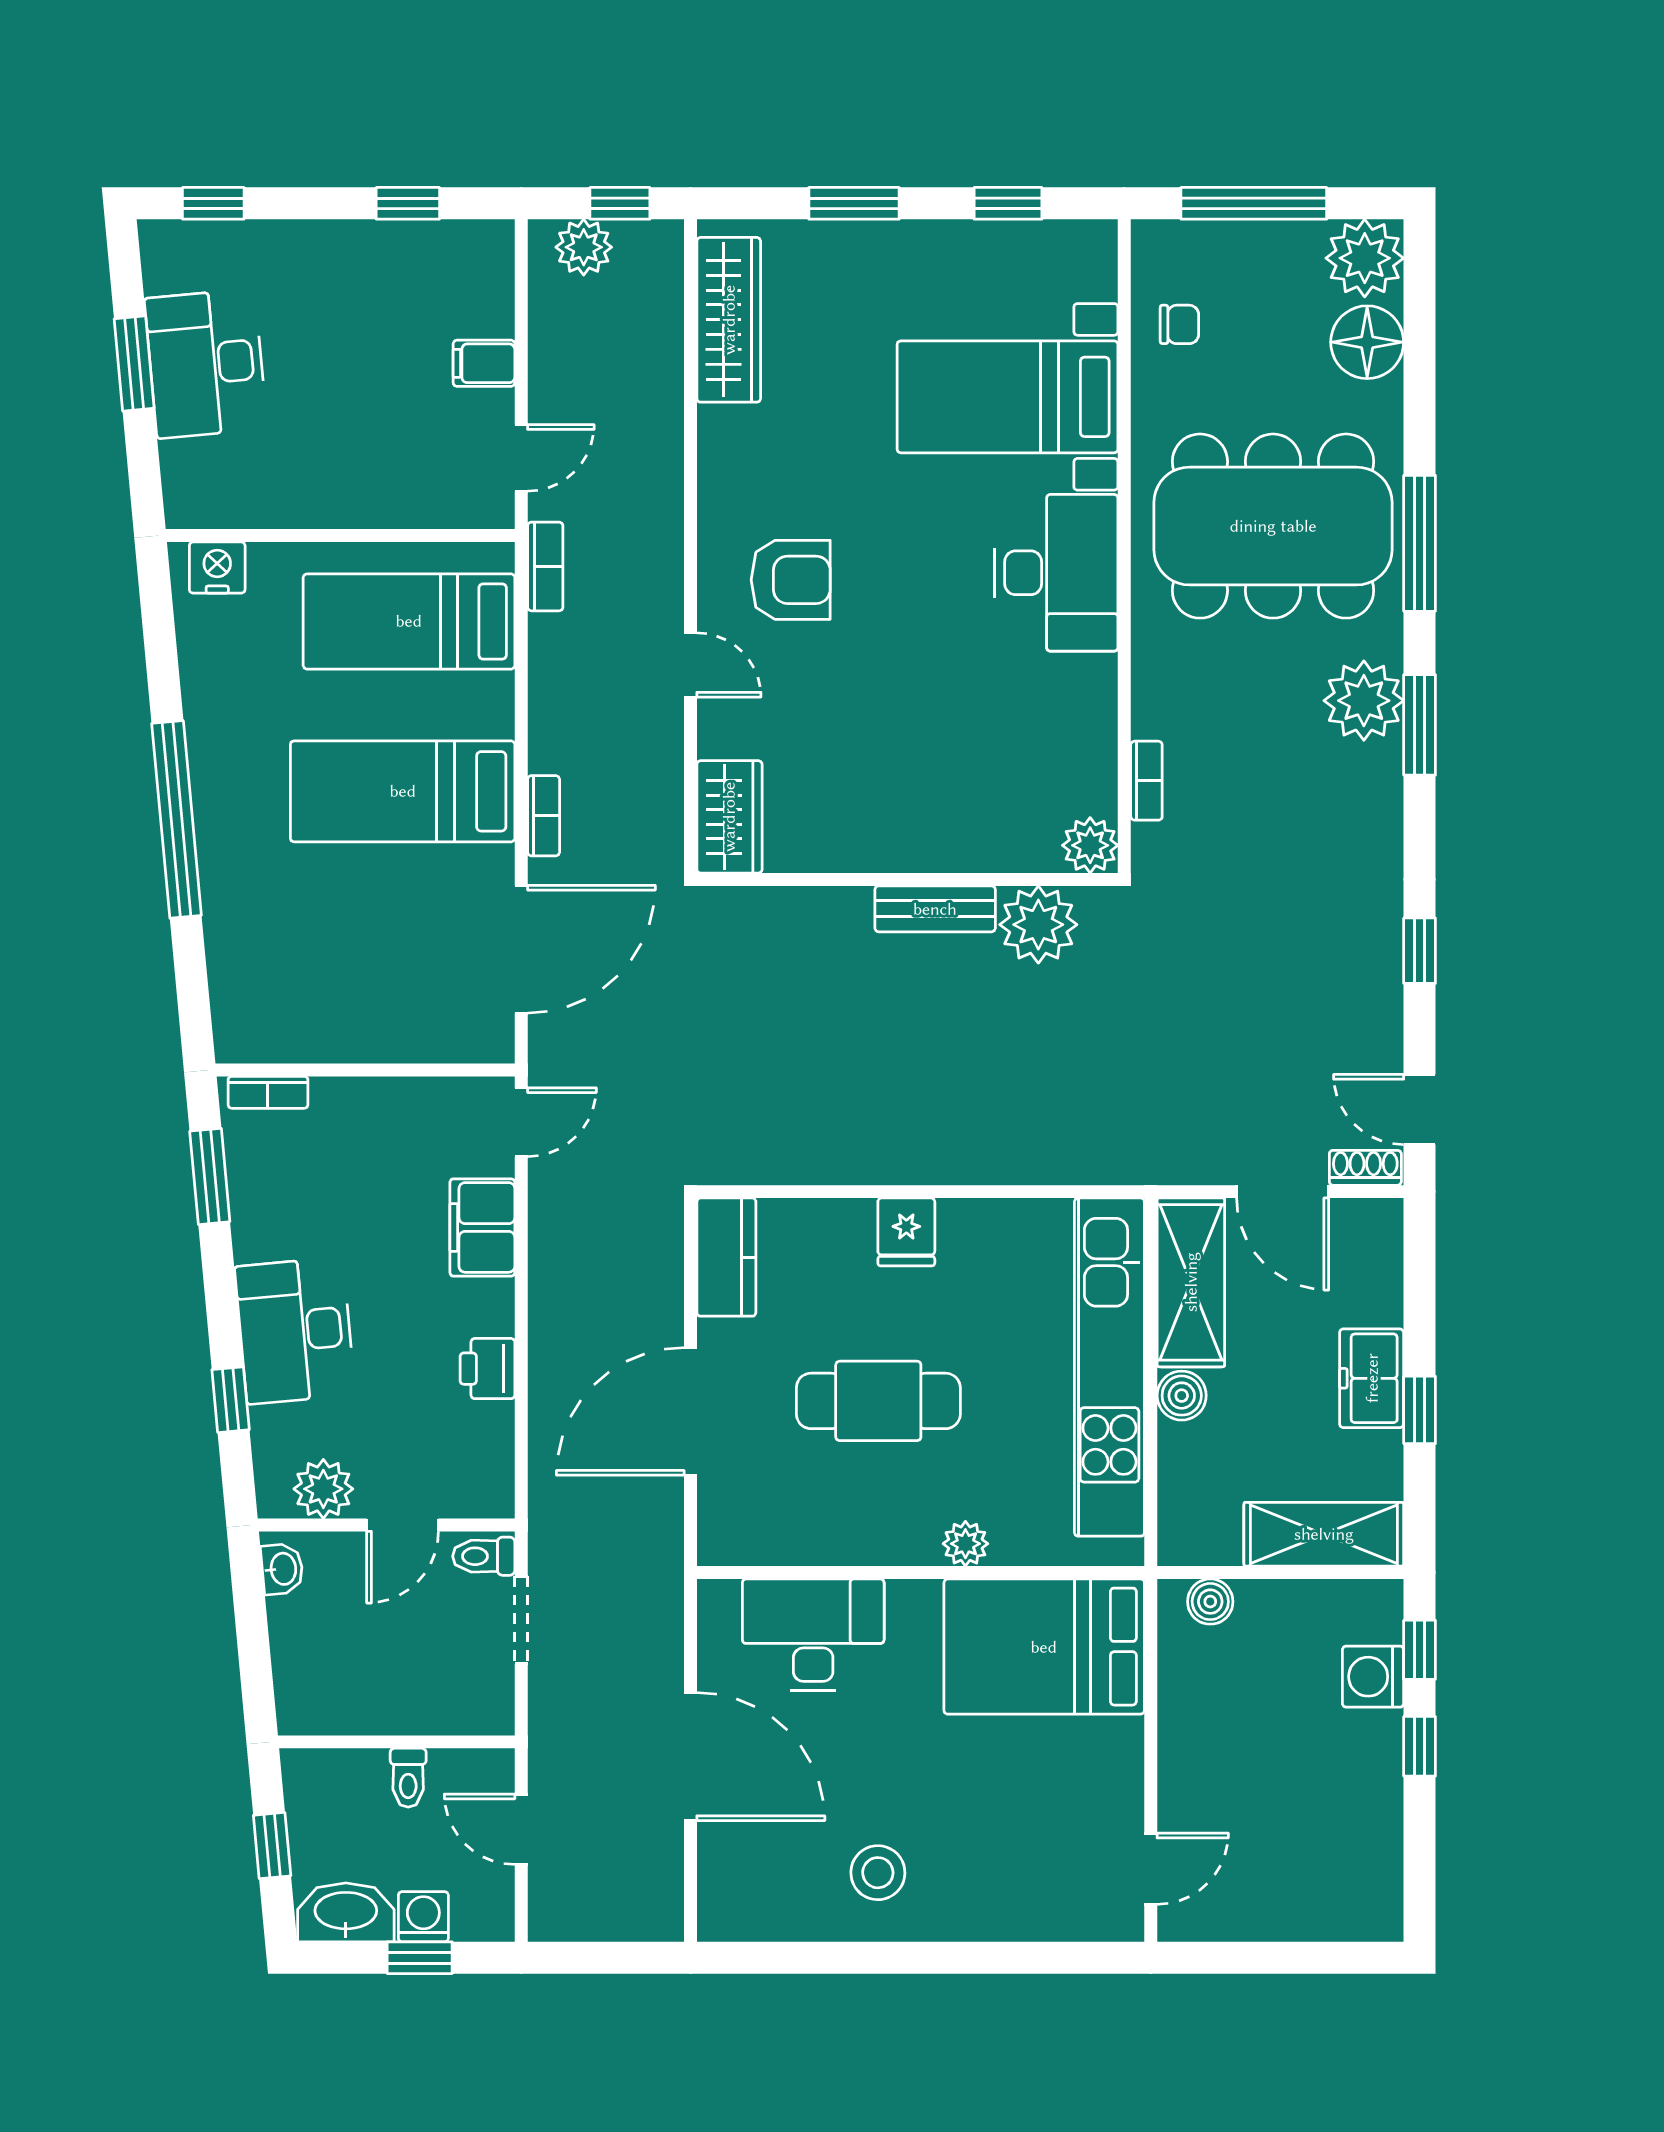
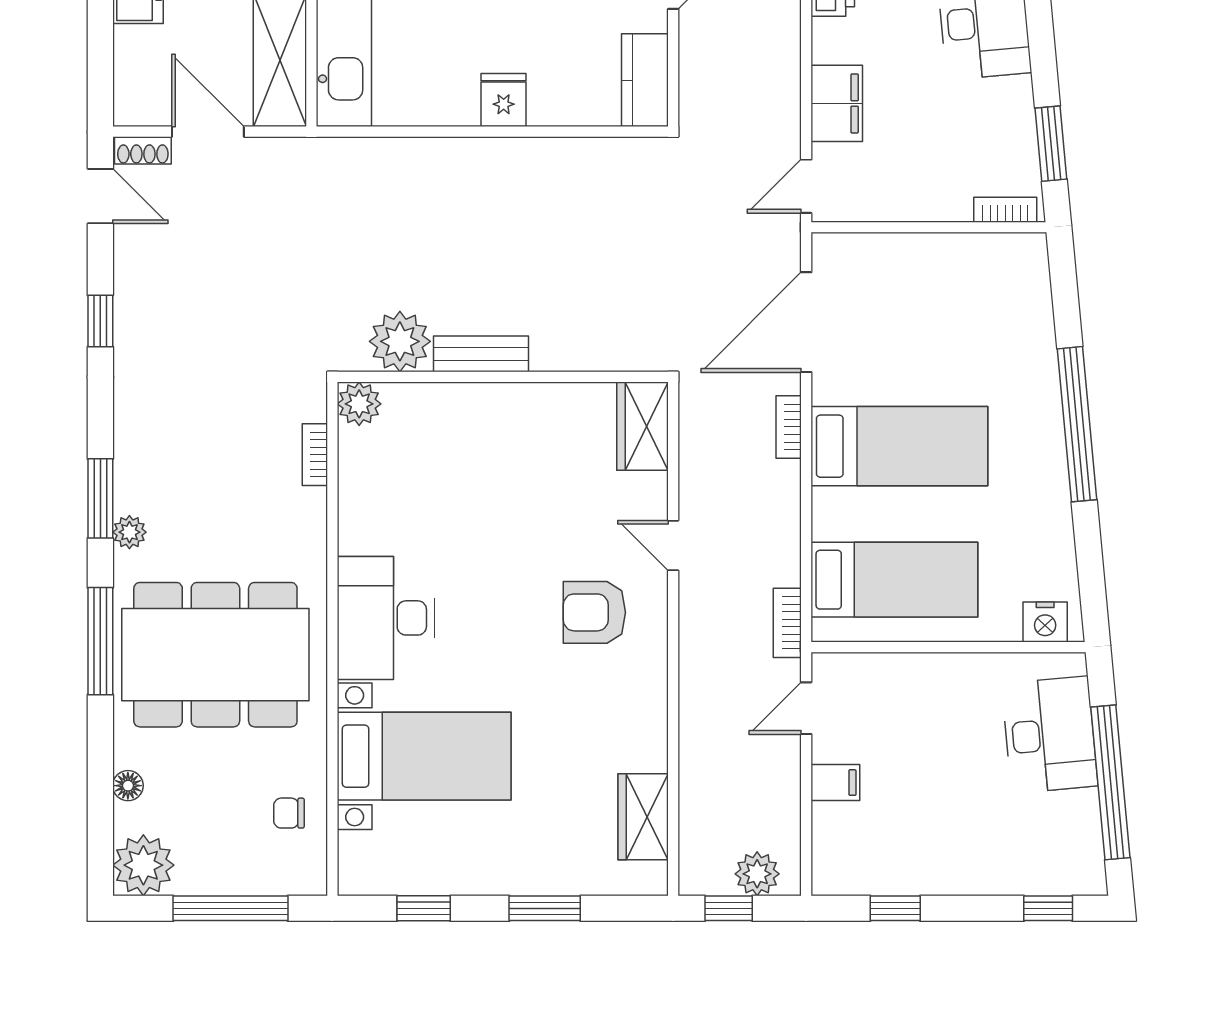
wardrobe: (729, 320) -> (643, 817), width x0.67
floor lamp: (1367, 342) -> (128, 786), width x0.53, depth x0.53
window: (134, 363) -> (1110, 782), width x2.11
desk: (206, 364) -> (1050, 735), moved
plant: (1364, 701) -> (129, 532), width x0.53, depth x0.53

